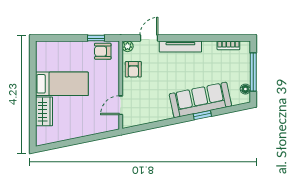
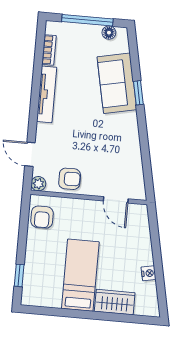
window: (96, 38) -> (19, 275), moved
tv unit: (180, 46) -> (47, 94), moved
sofa: (200, 100) -> (117, 83), width x0.73
nightstand: (68, 135) -> (149, 273), added

